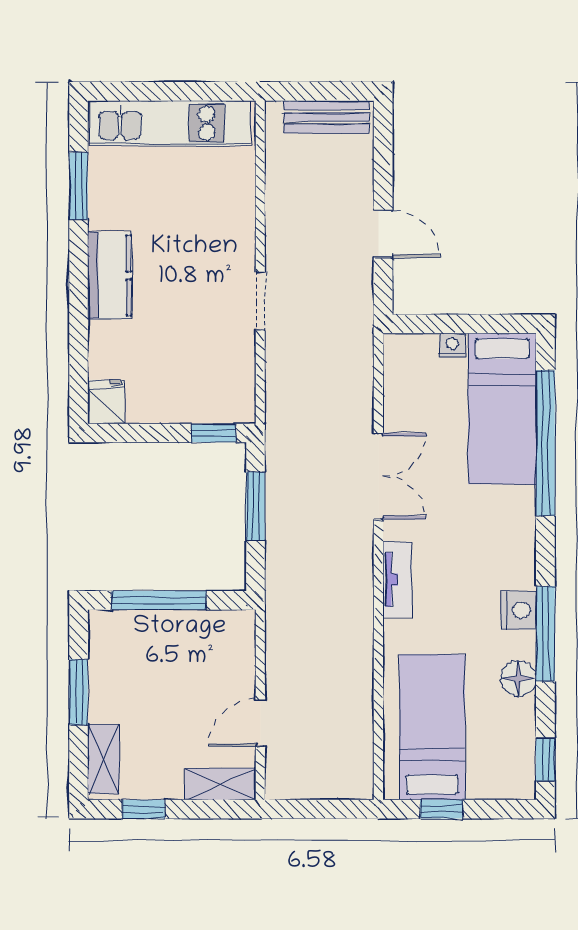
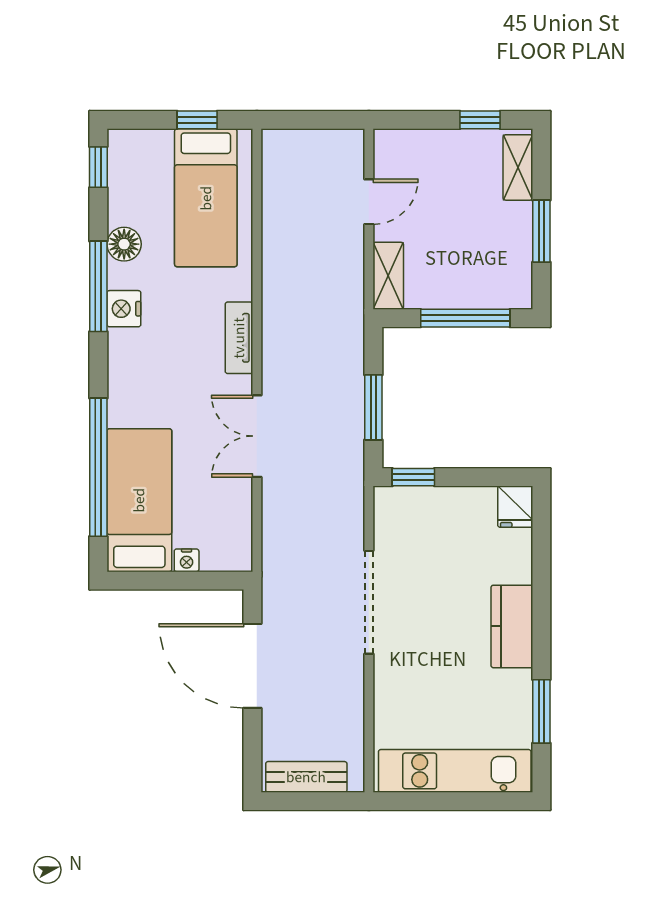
door: (383, 234) -> (252, 666), width x1.87
doorway: (260, 301) -> (369, 602), width x1.88
shelving: (221, 784) -> (388, 276), moved, turned 90

